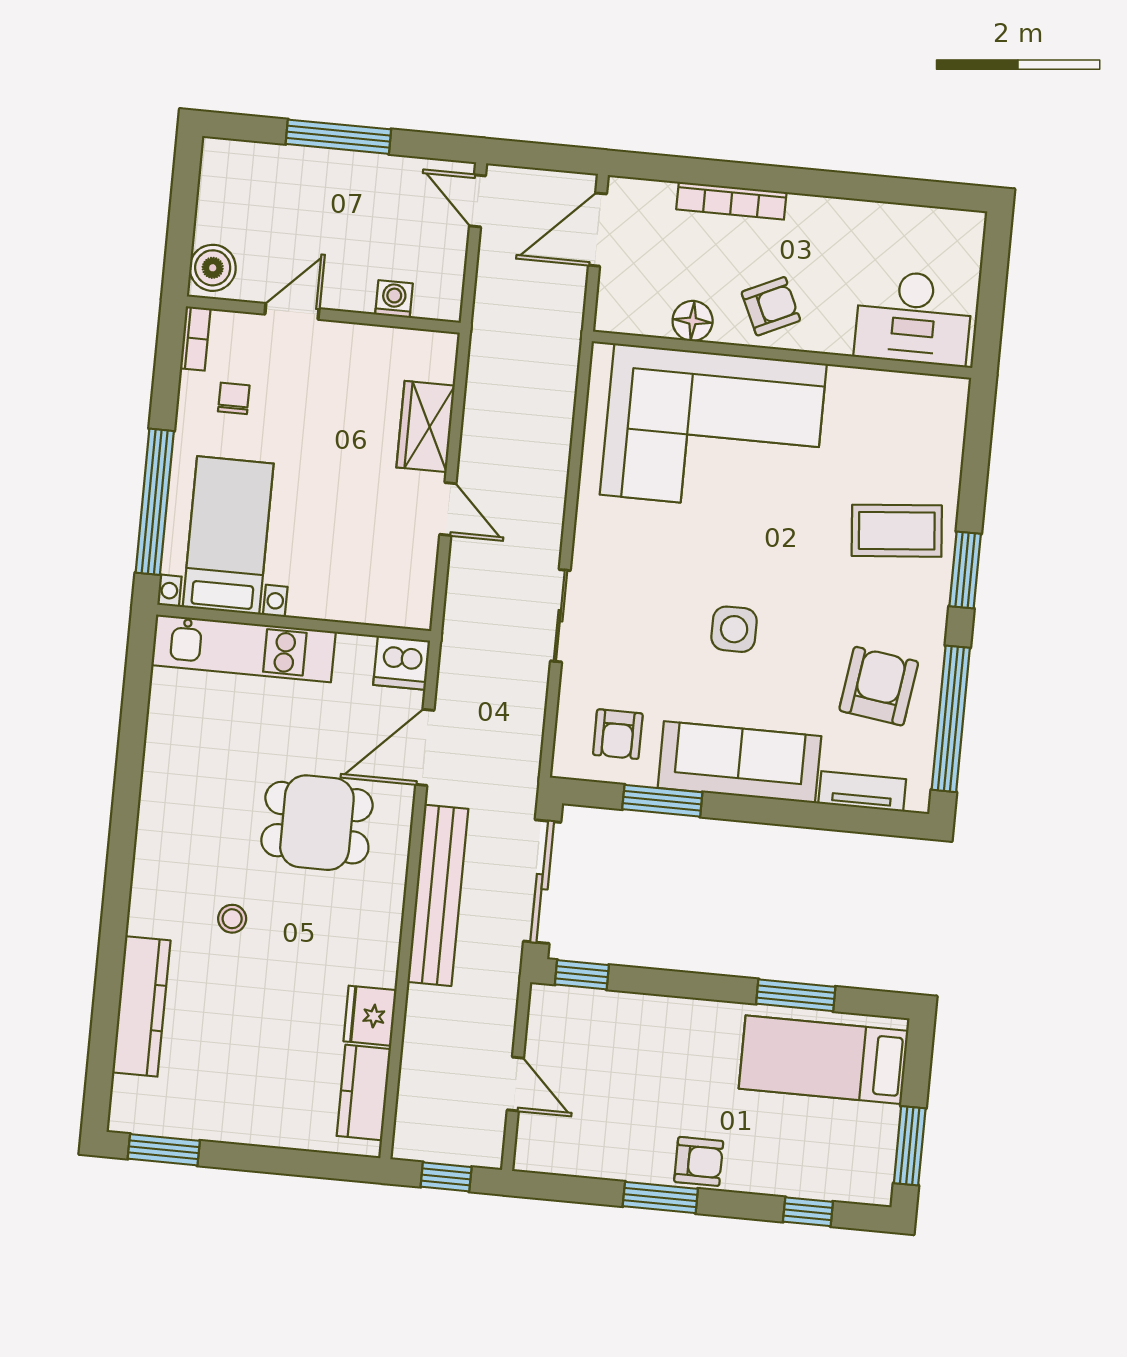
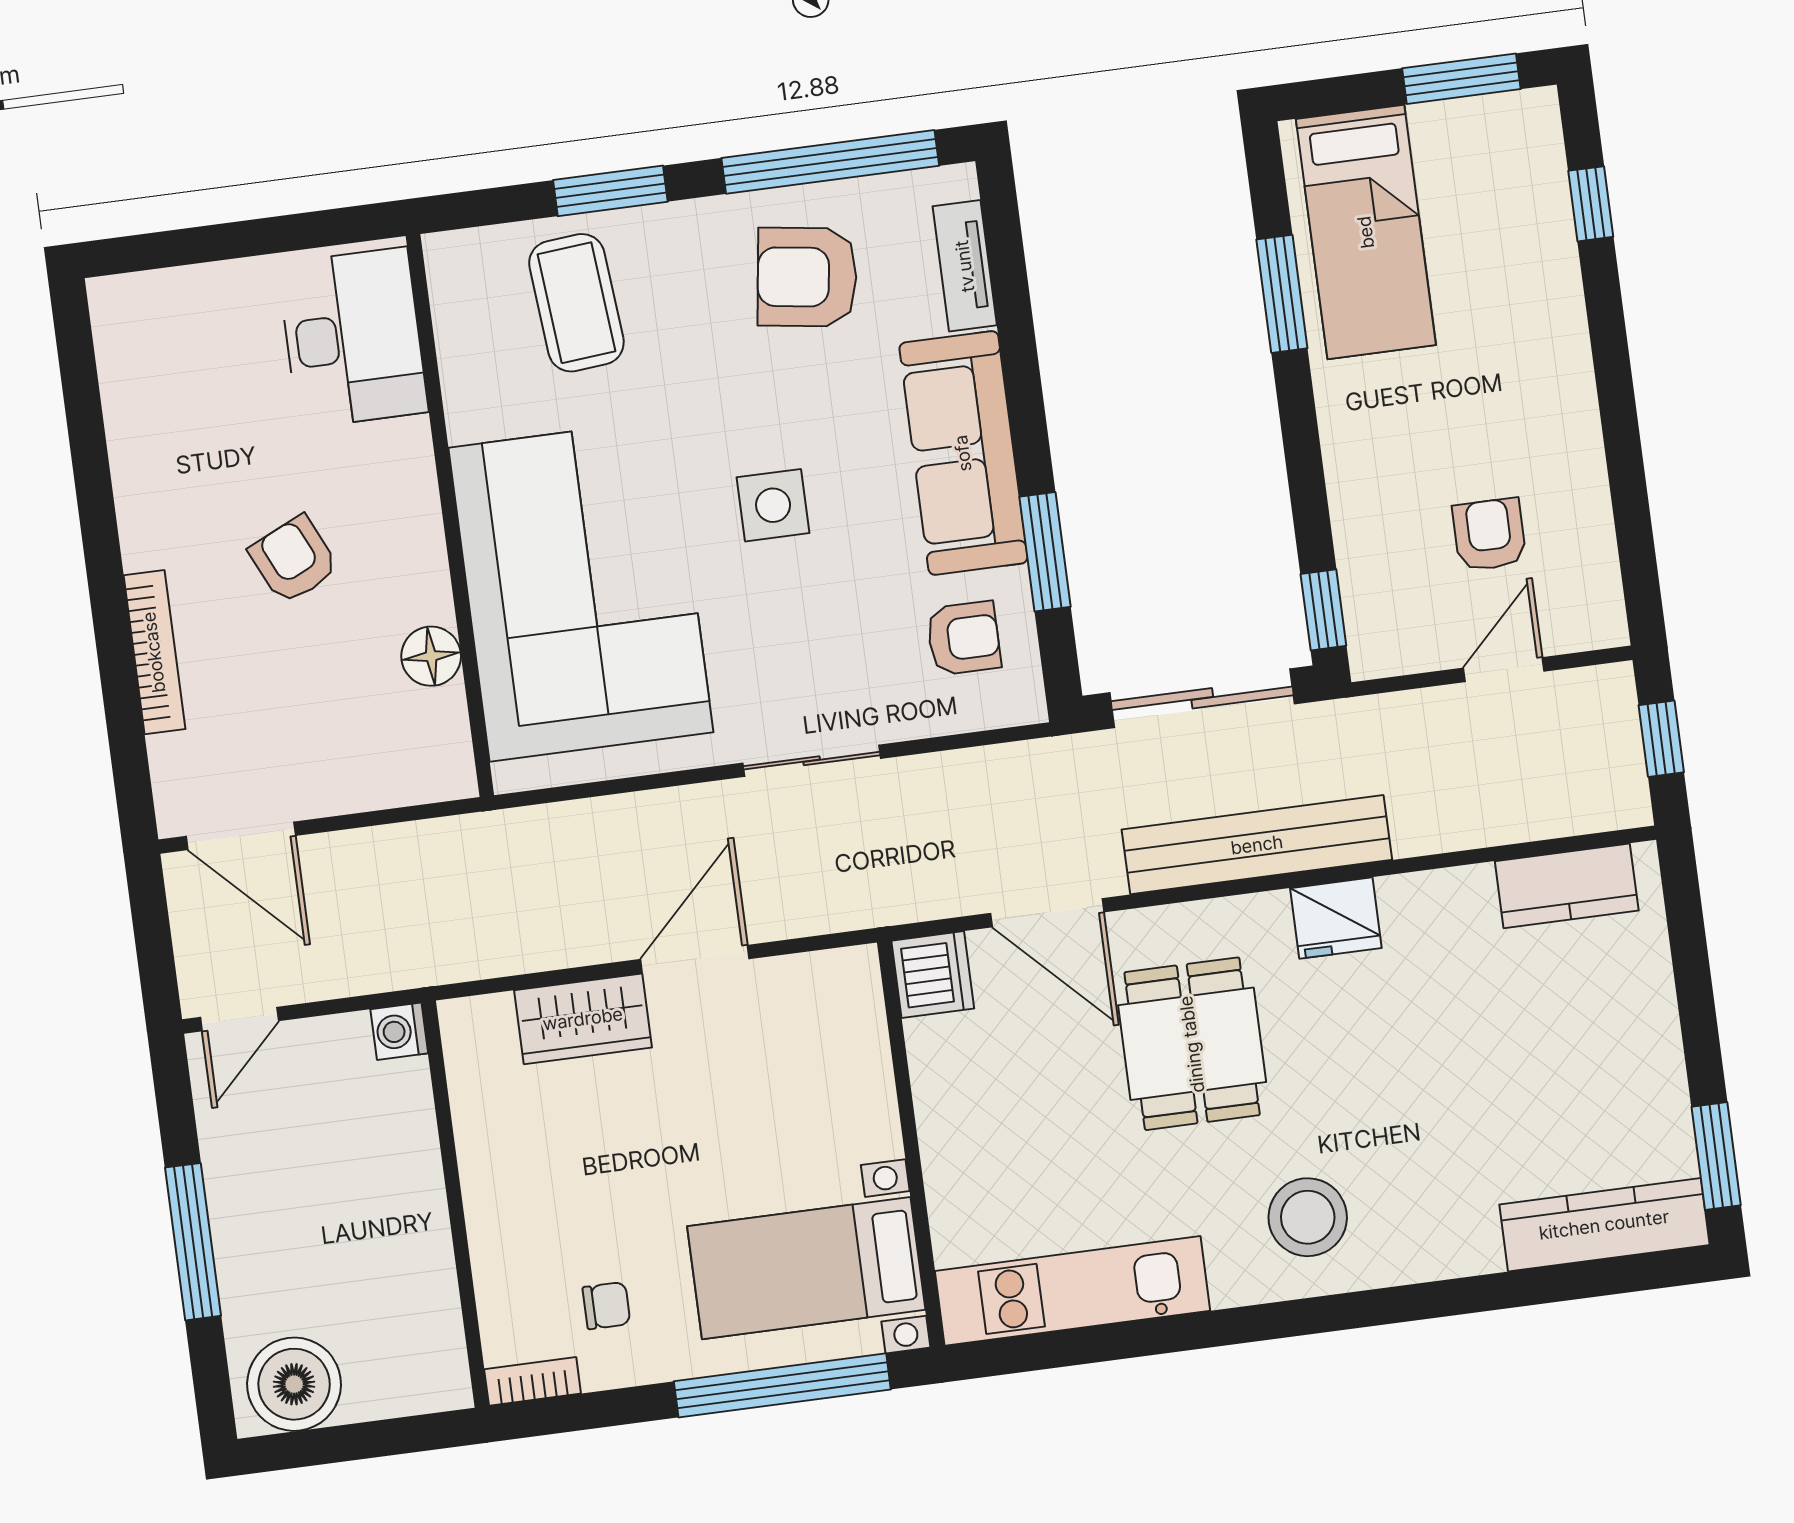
boiler: (213, 268) -> (294, 1384), moved, width x1.37, depth x1.37
washing machine: (394, 299) -> (399, 1031), moved
door: (292, 311) -> (461, 1250), removed
desk: (914, 318) -> (353, 338), moved
floor lamp: (693, 321) -> (431, 656), moved
wall: (782, 355) -> (450, 516), moved
chair: (234, 398) -> (606, 1306), turned 180
corner sofa: (713, 429) -> (581, 590), moved
door: (448, 509) -> (695, 959), width x1.38
kitchen unit: (244, 648) -> (1072, 1291), moved, turned -90
stool: (232, 919) -> (1308, 1217), moved, width x1.89, depth x1.89
kitchen counter: (141, 1006) -> (1604, 1225), moved
fridge: (370, 1016) -> (1336, 918), moved
armchair: (699, 1161) -> (1489, 535), moved
window: (660, 1198) -> (1620, 422), removed

